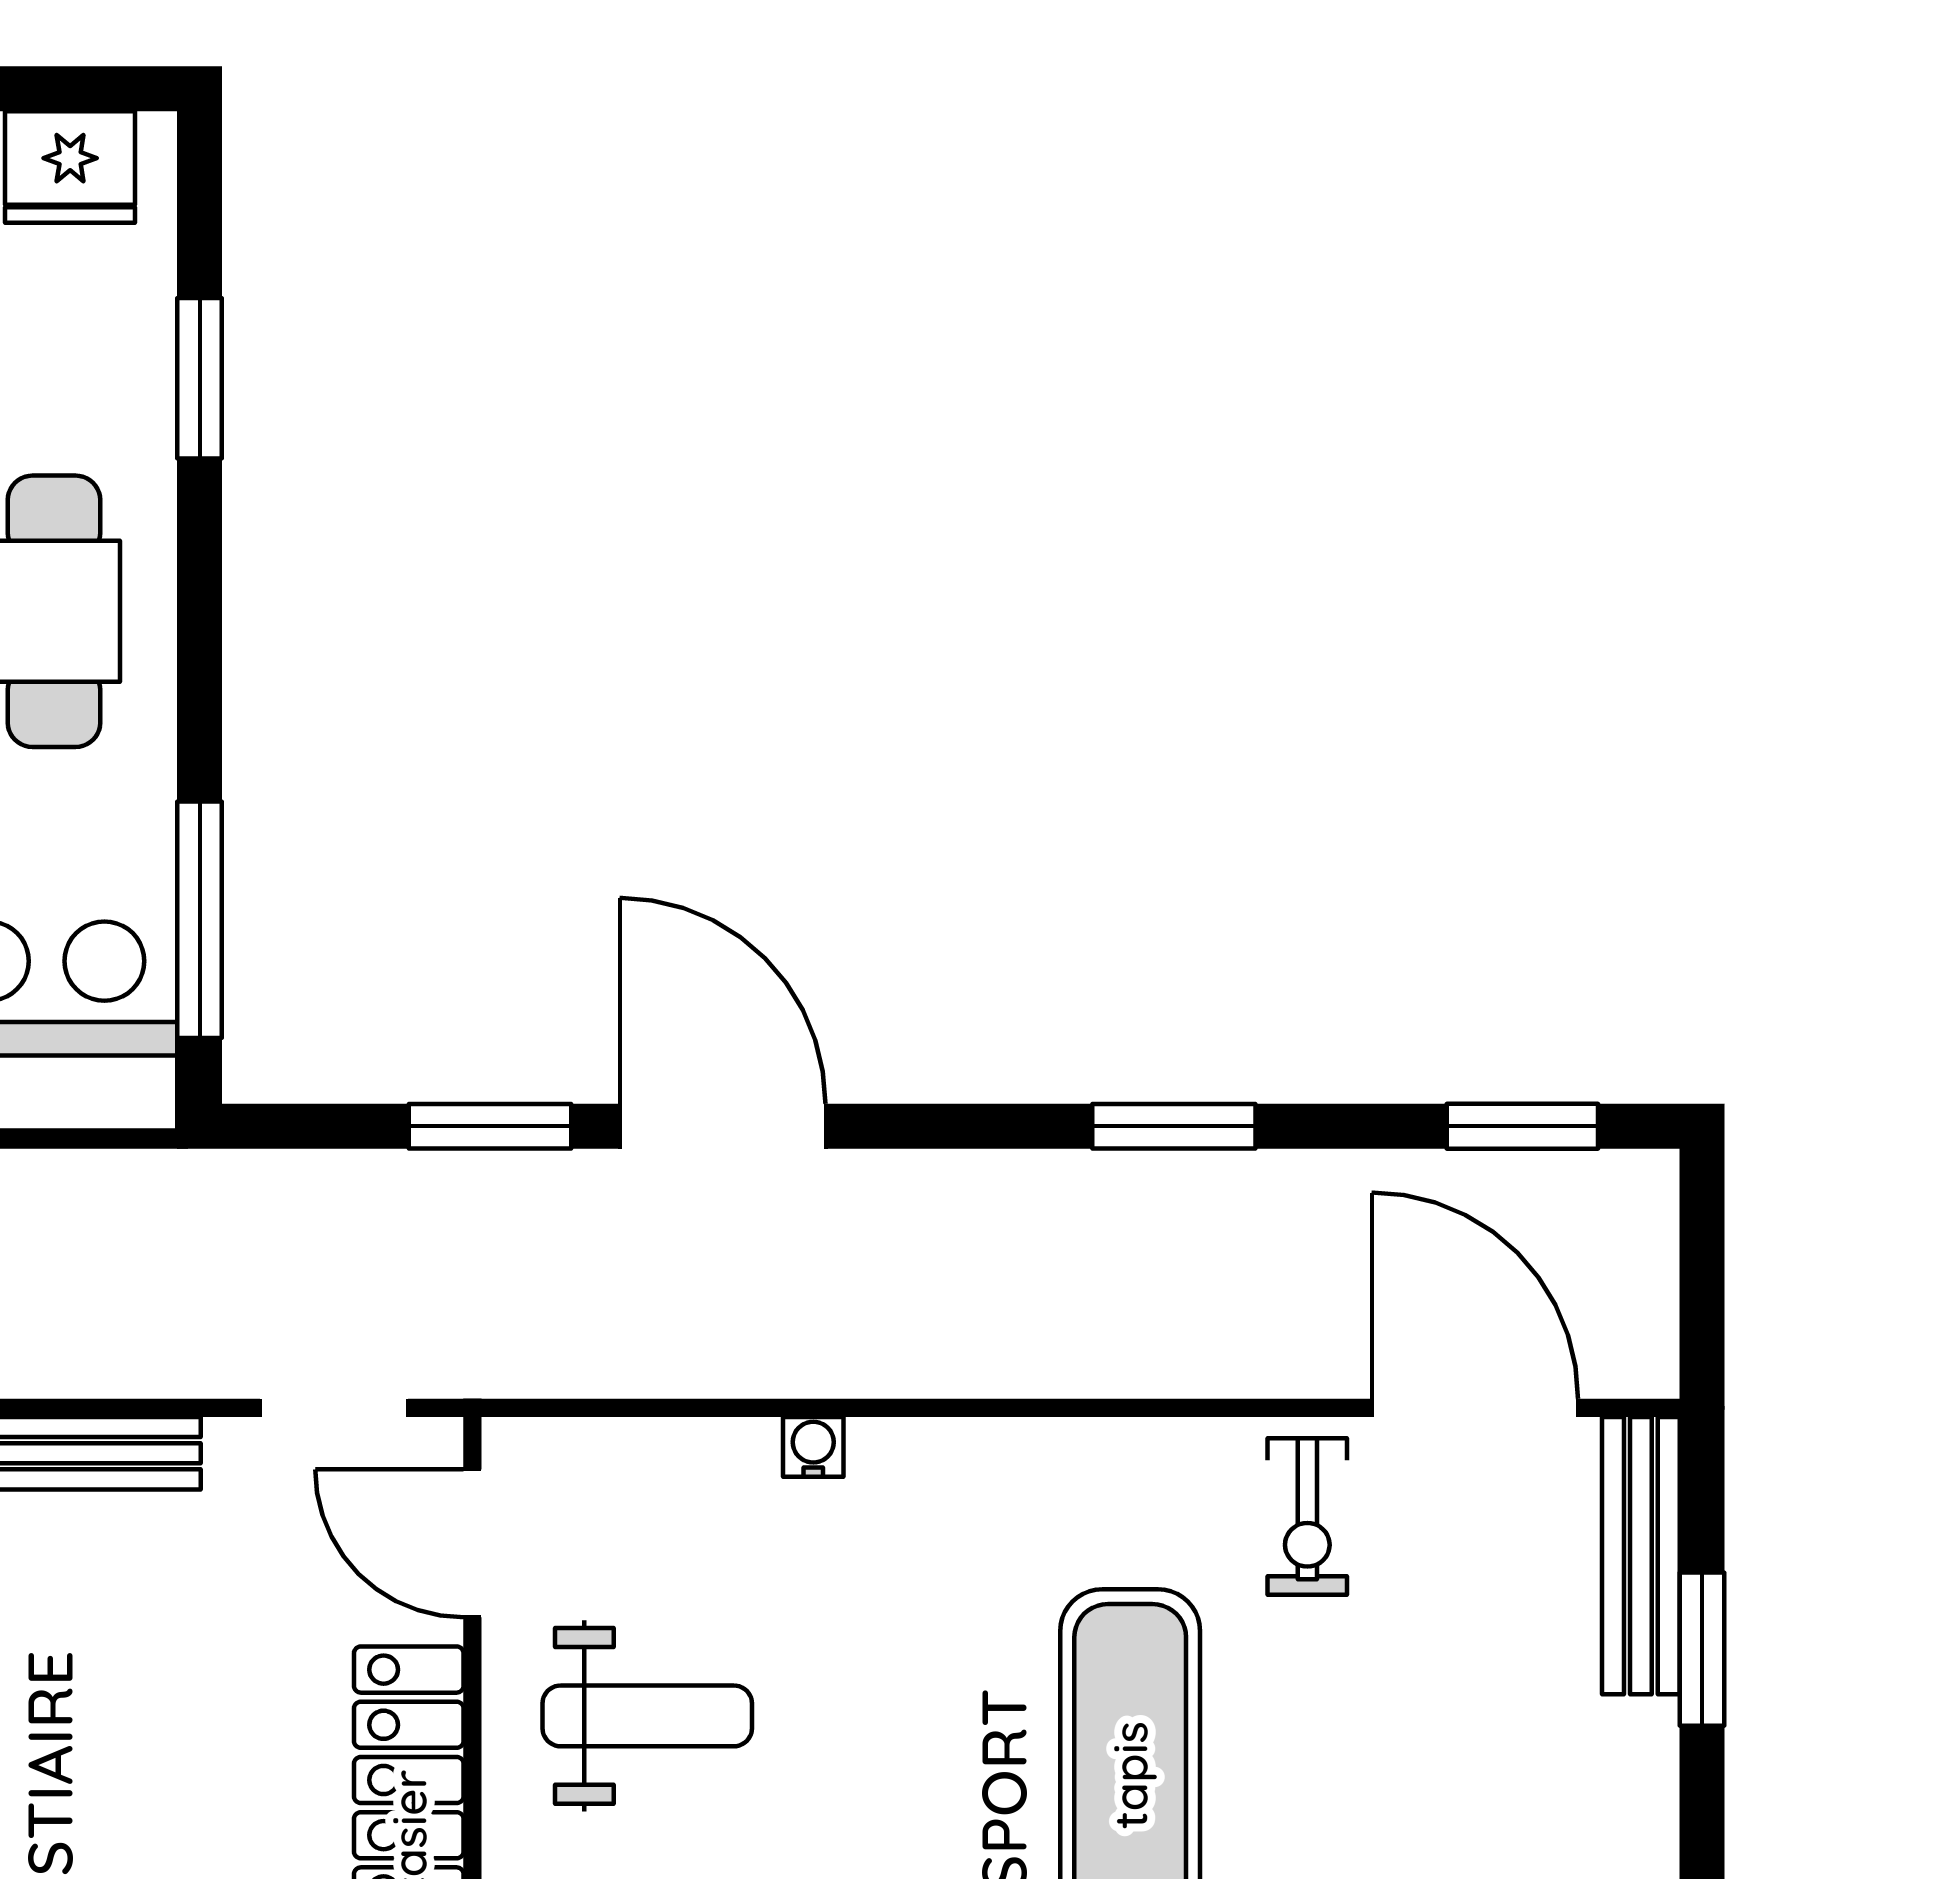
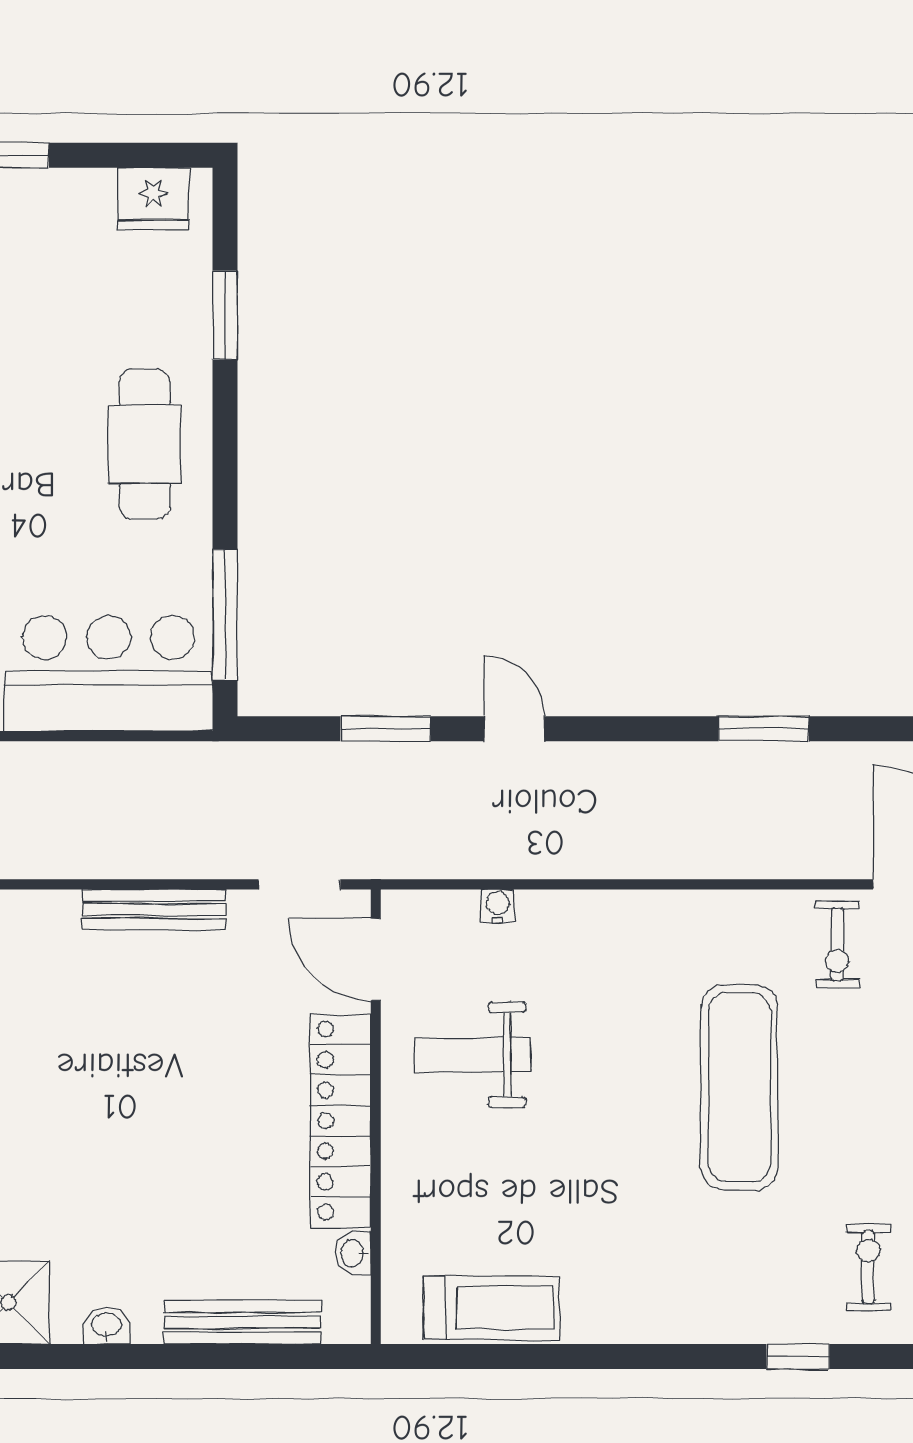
door: (723, 1126) -> (514, 729), width x0.53
water cooler: (813, 1447) -> (498, 906), moved
weight bench: (647, 1716) -> (472, 1055), turned 180

